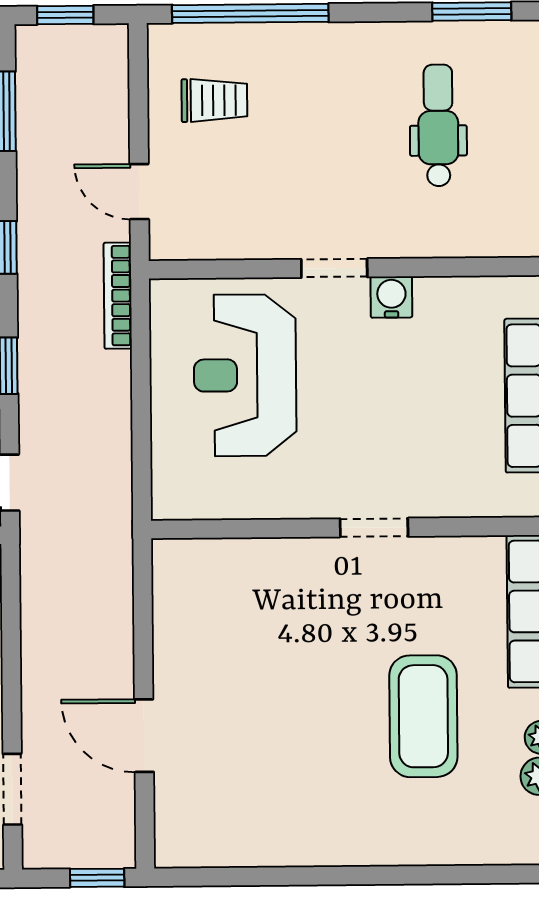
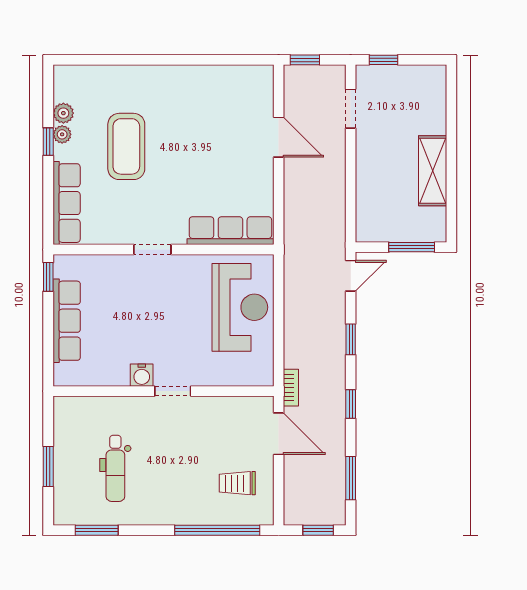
door: (139, 192) -> (279, 434), width x1.38
bookcase: (118, 296) -> (291, 388), width x0.64
reception desk: (245, 375) -> (240, 307), moved
row of seats: (231, 563) -> (230, 231), added

